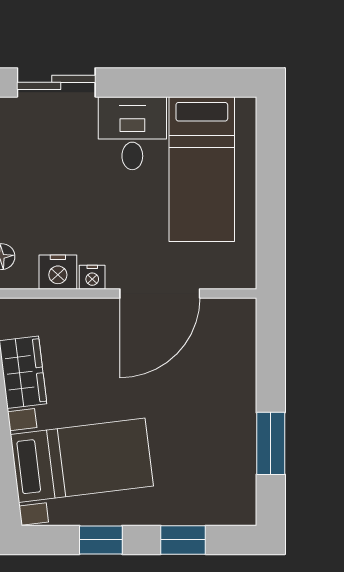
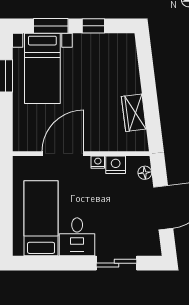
bed with nightstands: (82, 460) -> (42, 68), moved, turned -83
window: (183, 540) -> (51, 26), width x1.50

